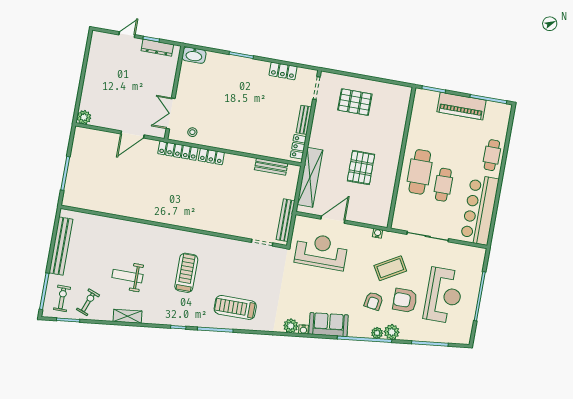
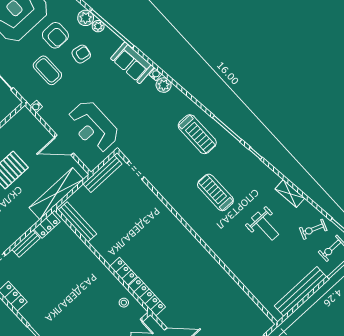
bench: (271, 167) -> (77, 222), width x1.36
coffee table: (390, 268) -> (47, 70), turned 30
treadmill: (186, 273) -> (215, 192), turned 90

